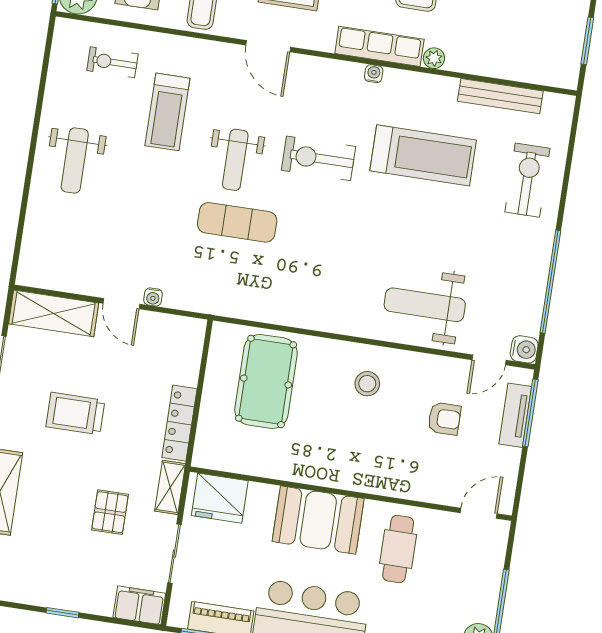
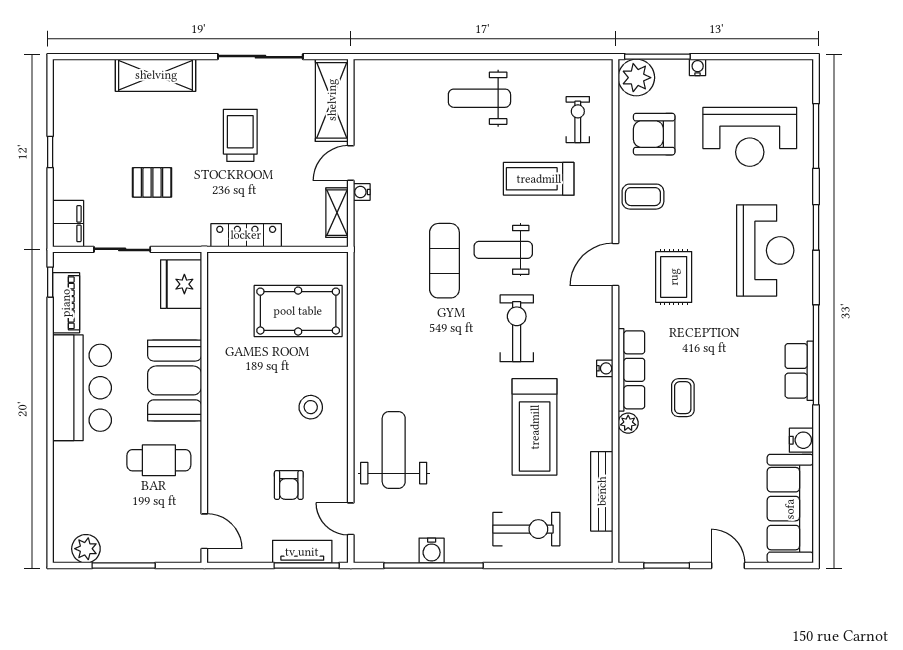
water cooler: (524, 349) -> (432, 550), moved
shelving: (170, 487) -> (337, 213), moved, turned 90

